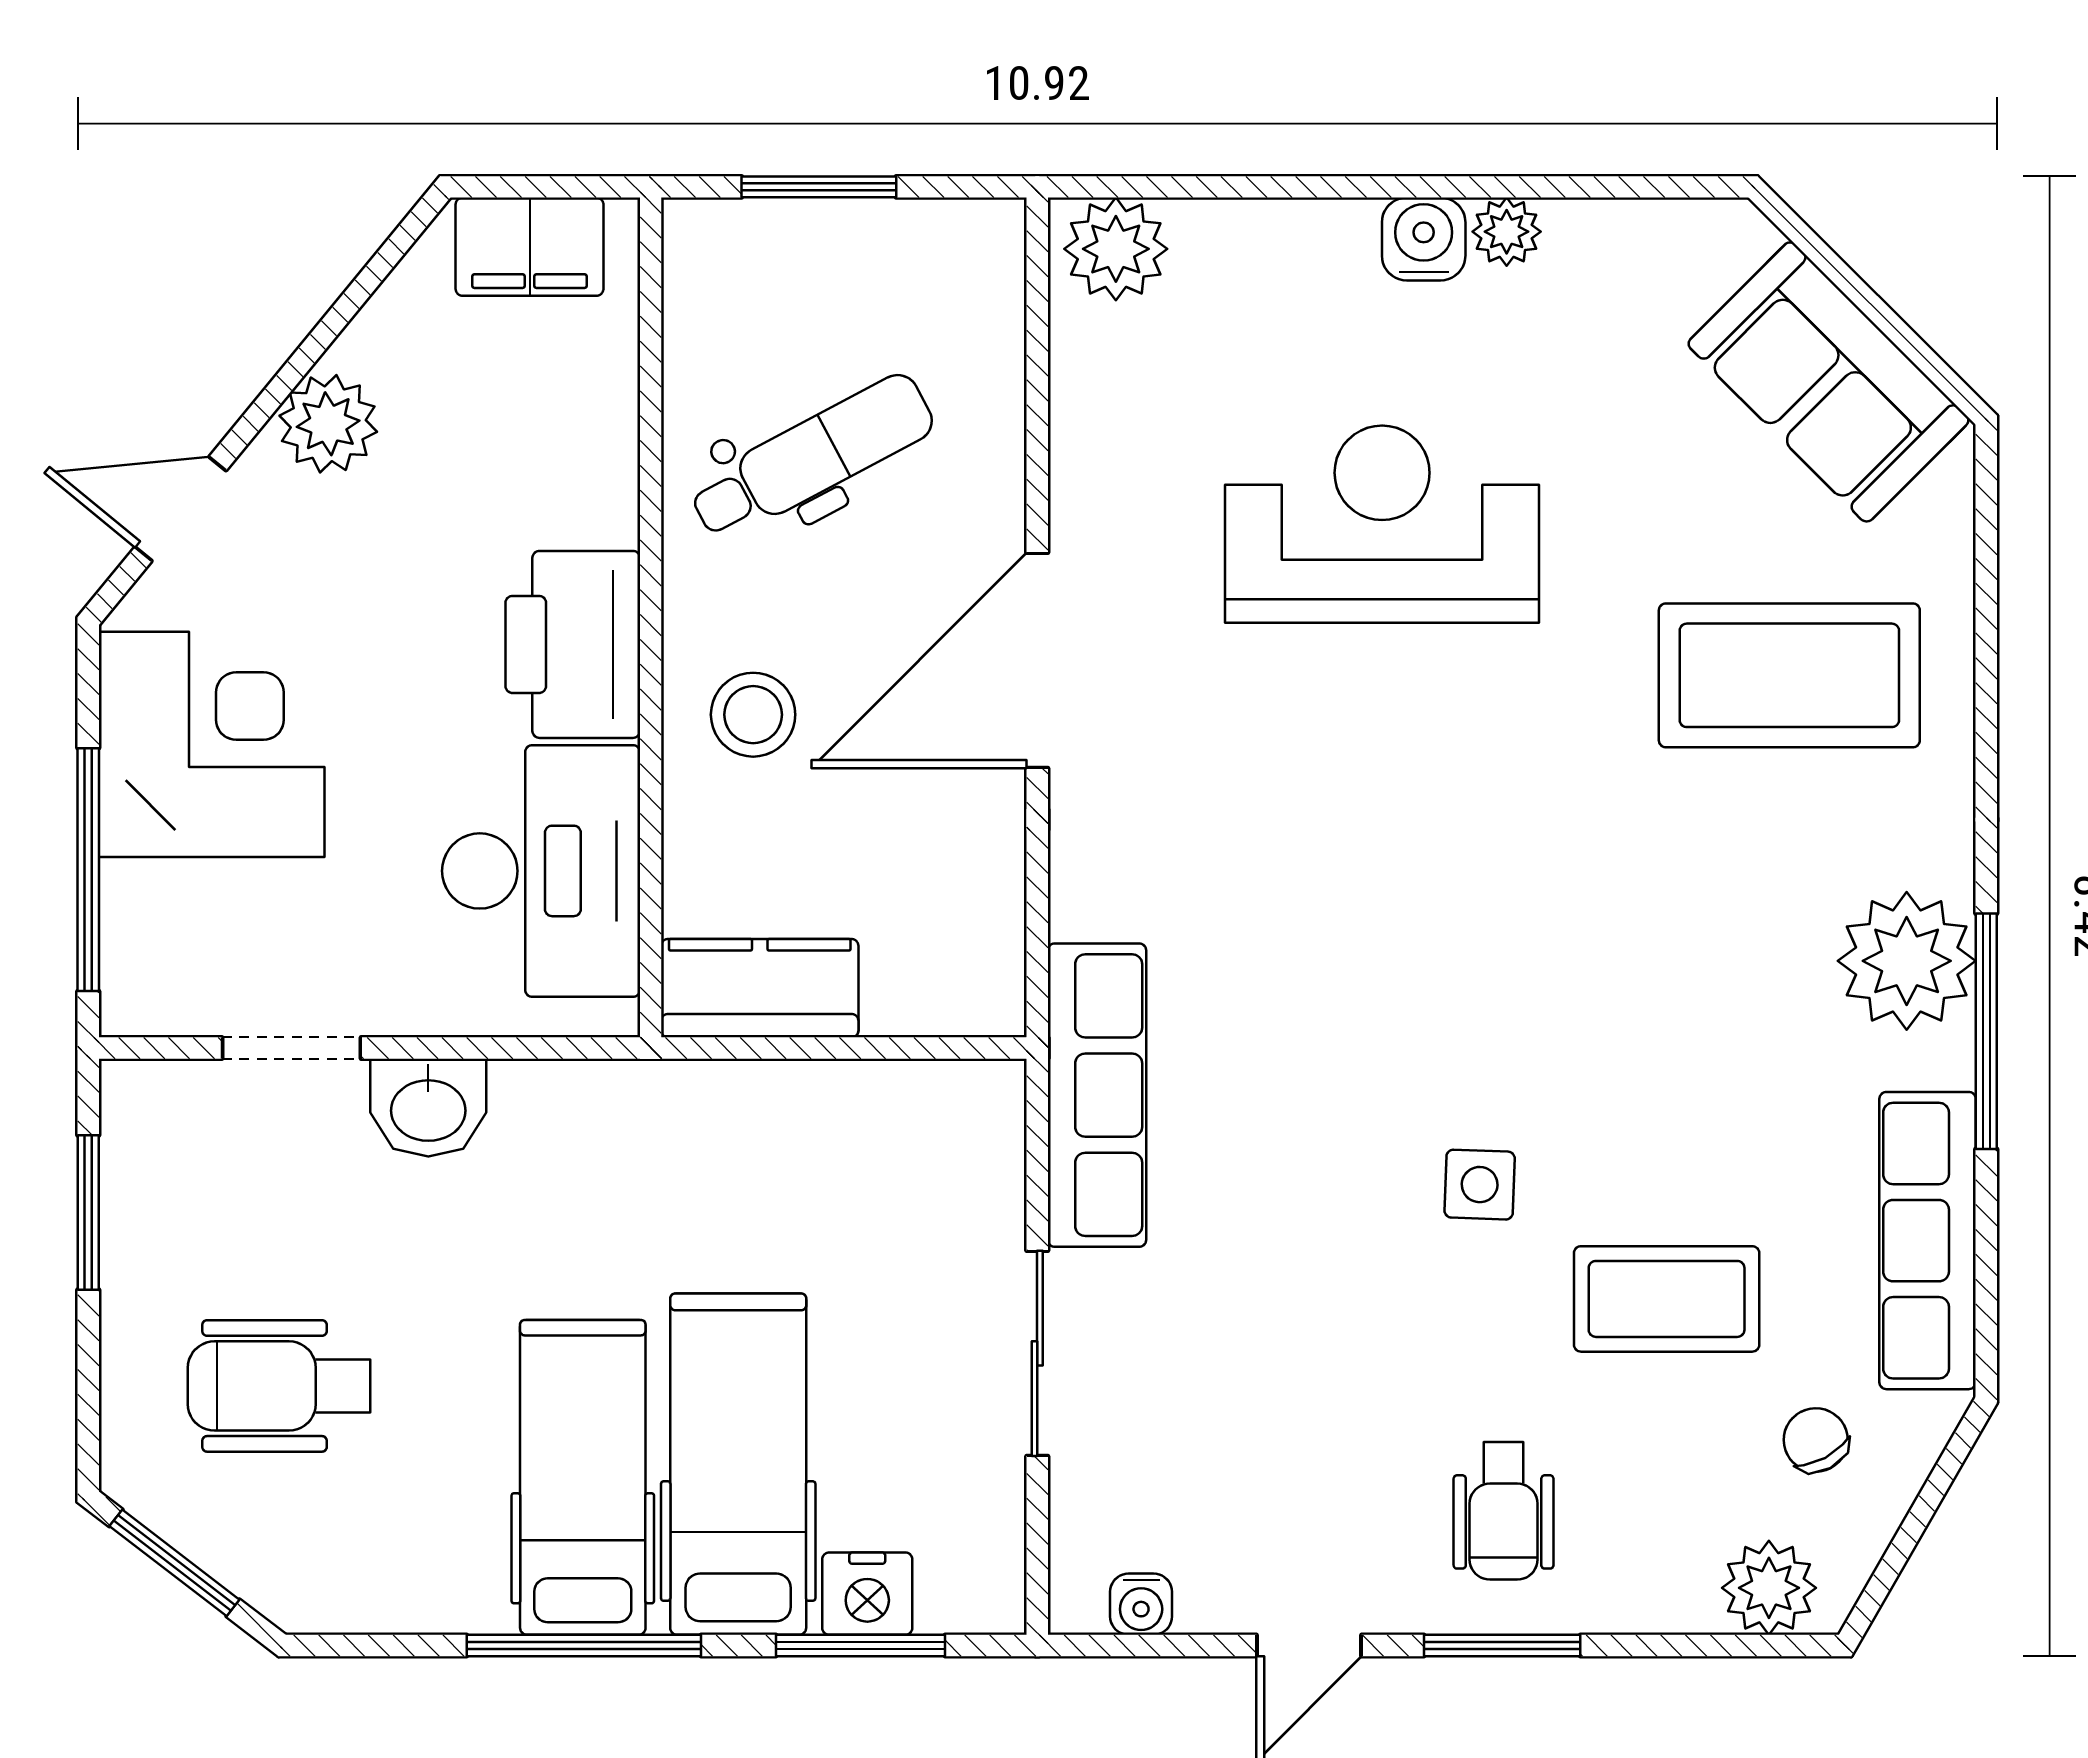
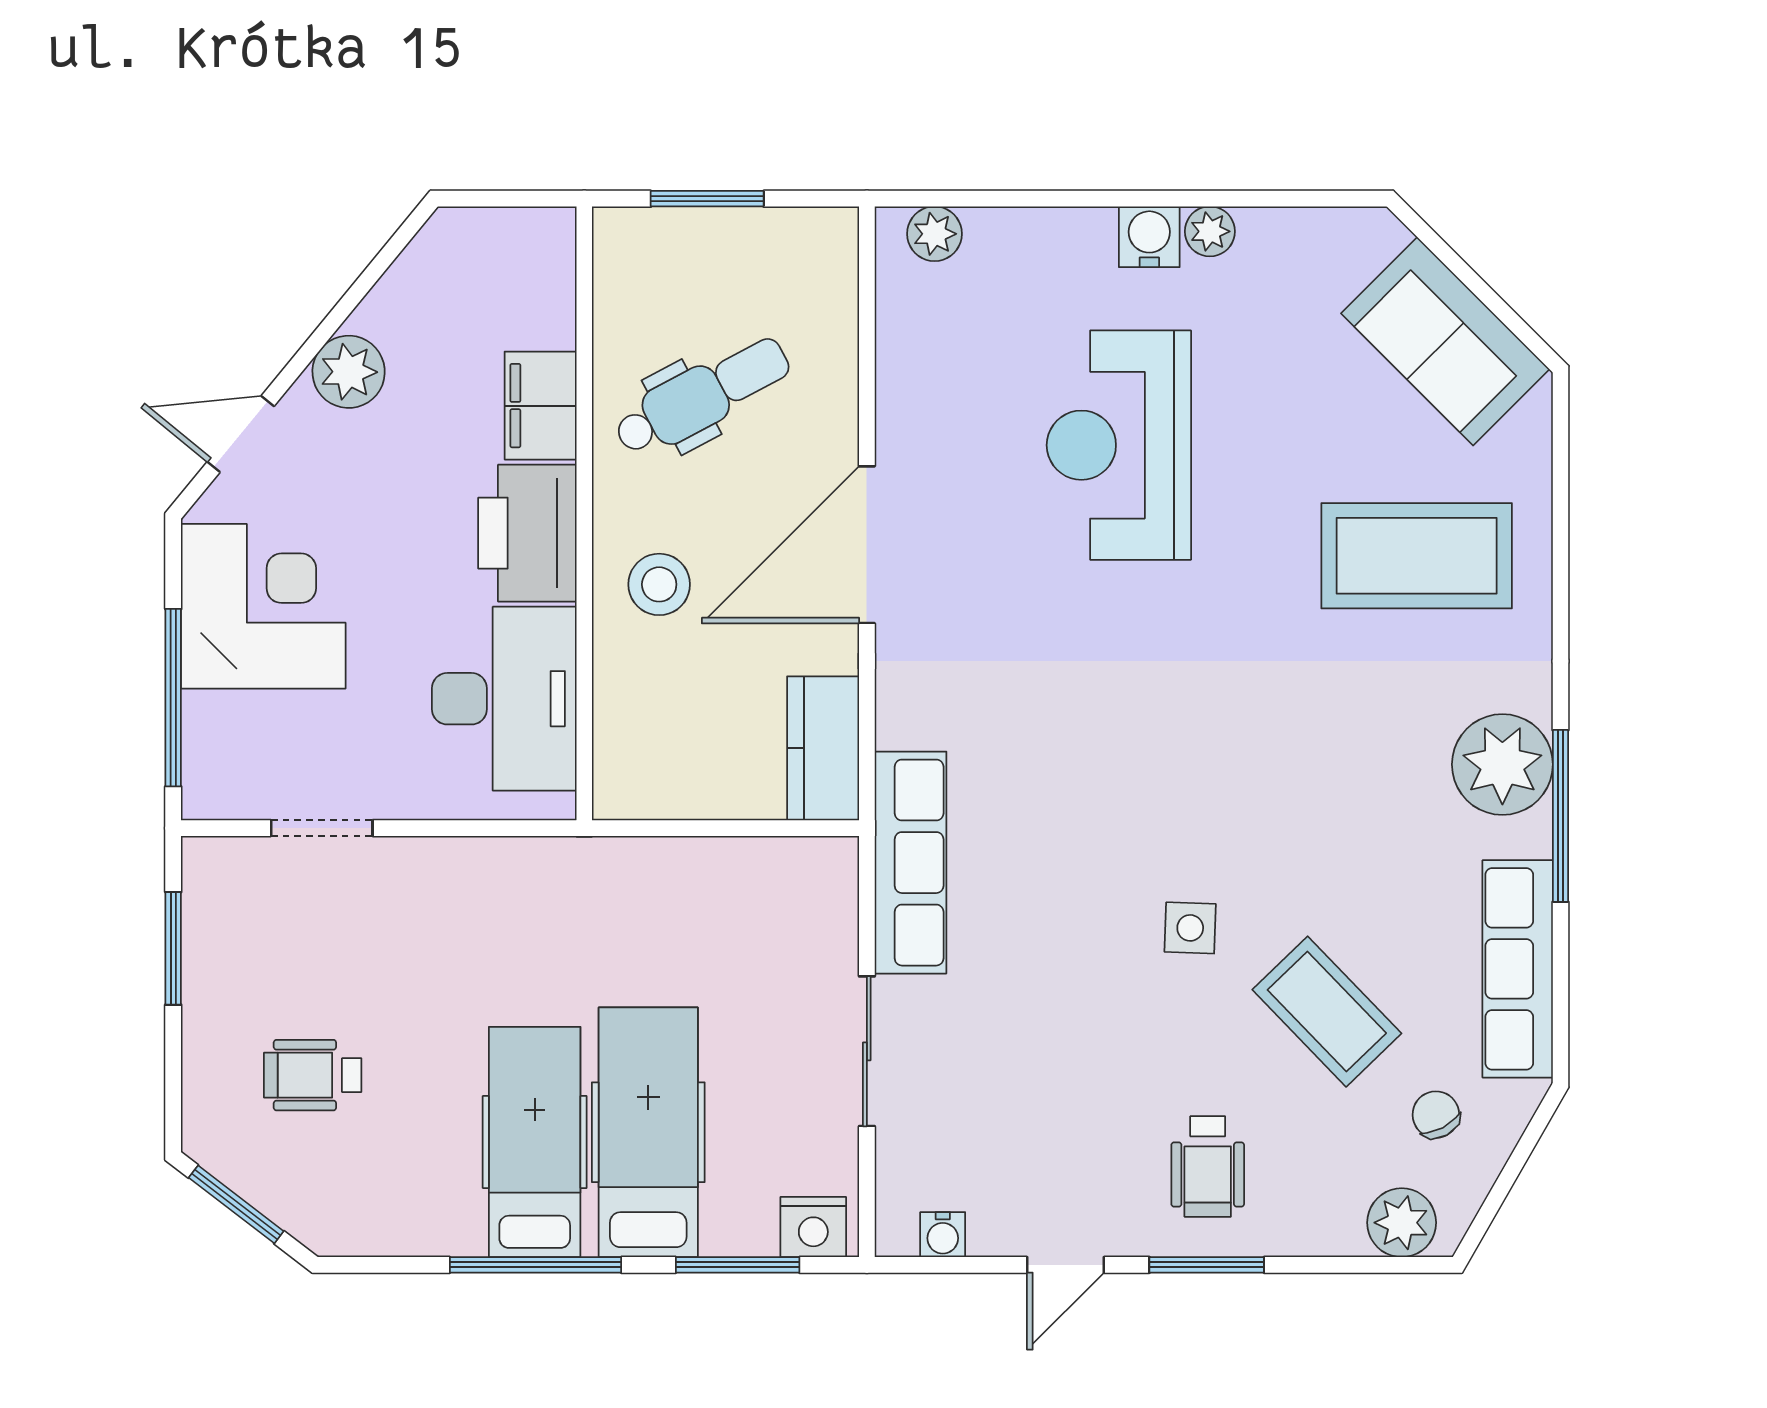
filing cabinet: (530, 247) -> (541, 406), moved, turned 90
plant: (1116, 249) -> (935, 234), width x0.73, depth x0.73
reception desk: (1382, 524) -> (1119, 445), turned -90
kitchen counter: (760, 988) -> (823, 748), moved, turned -90
washbasin: (428, 1108) -> (422, 872), removed
coffee table: (1667, 1299) -> (1327, 1012), turned 46
wheelchair: (279, 1386) -> (313, 1075), width x0.73, depth x0.73
nightstand: (867, 1594) -> (813, 1227), moved

